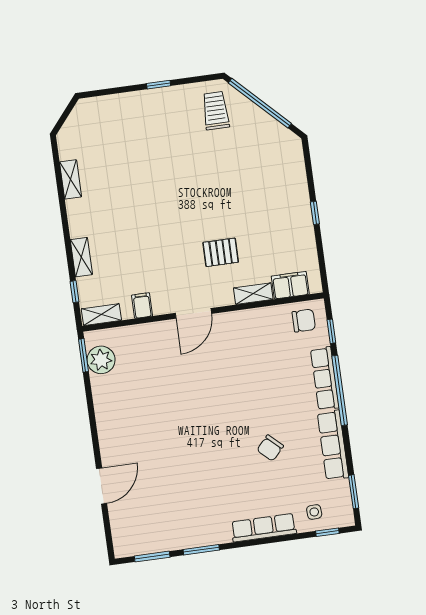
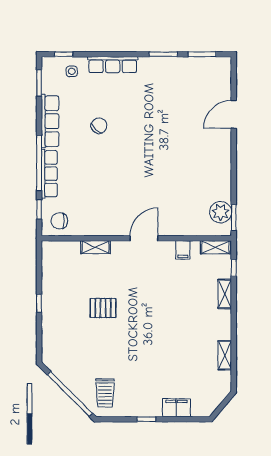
pallet: (221, 252) -> (103, 308), moved
filing cabinet: (290, 285) -> (176, 408), moved, turned 180

